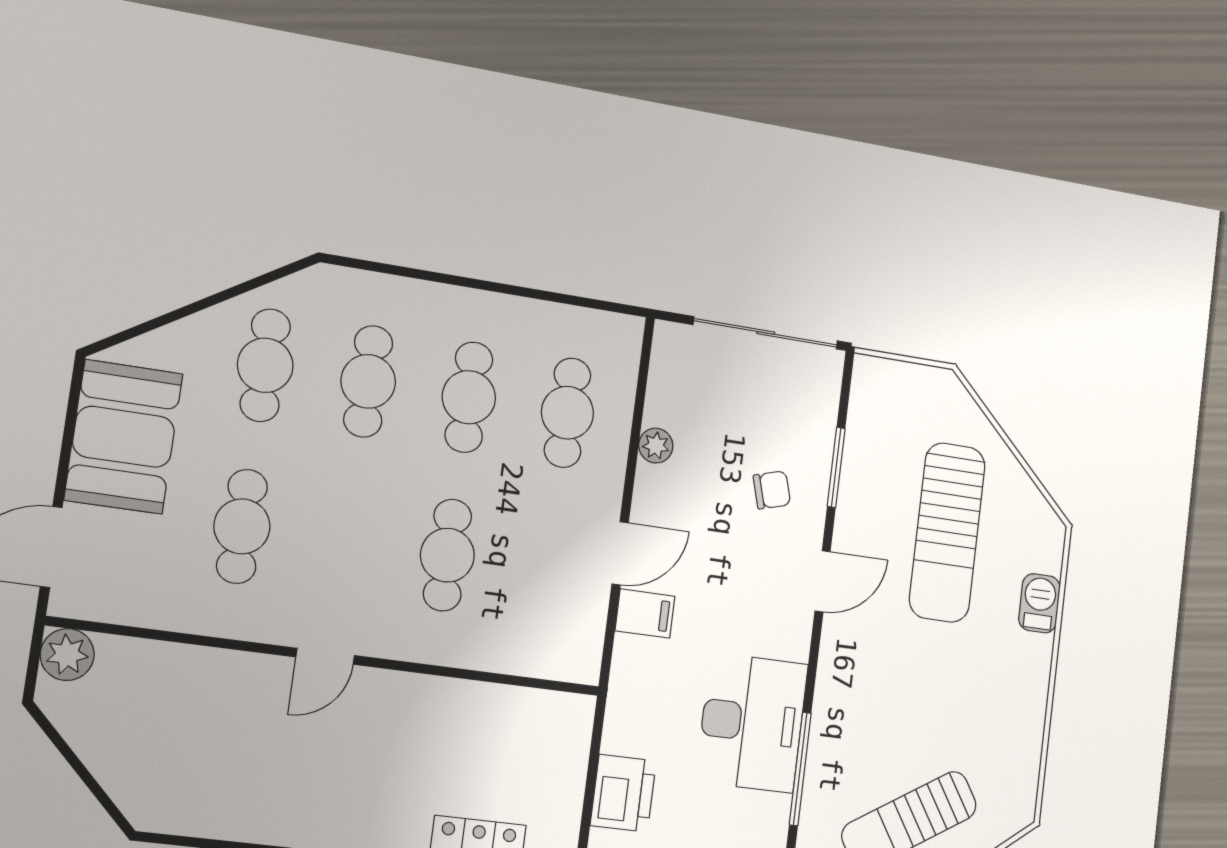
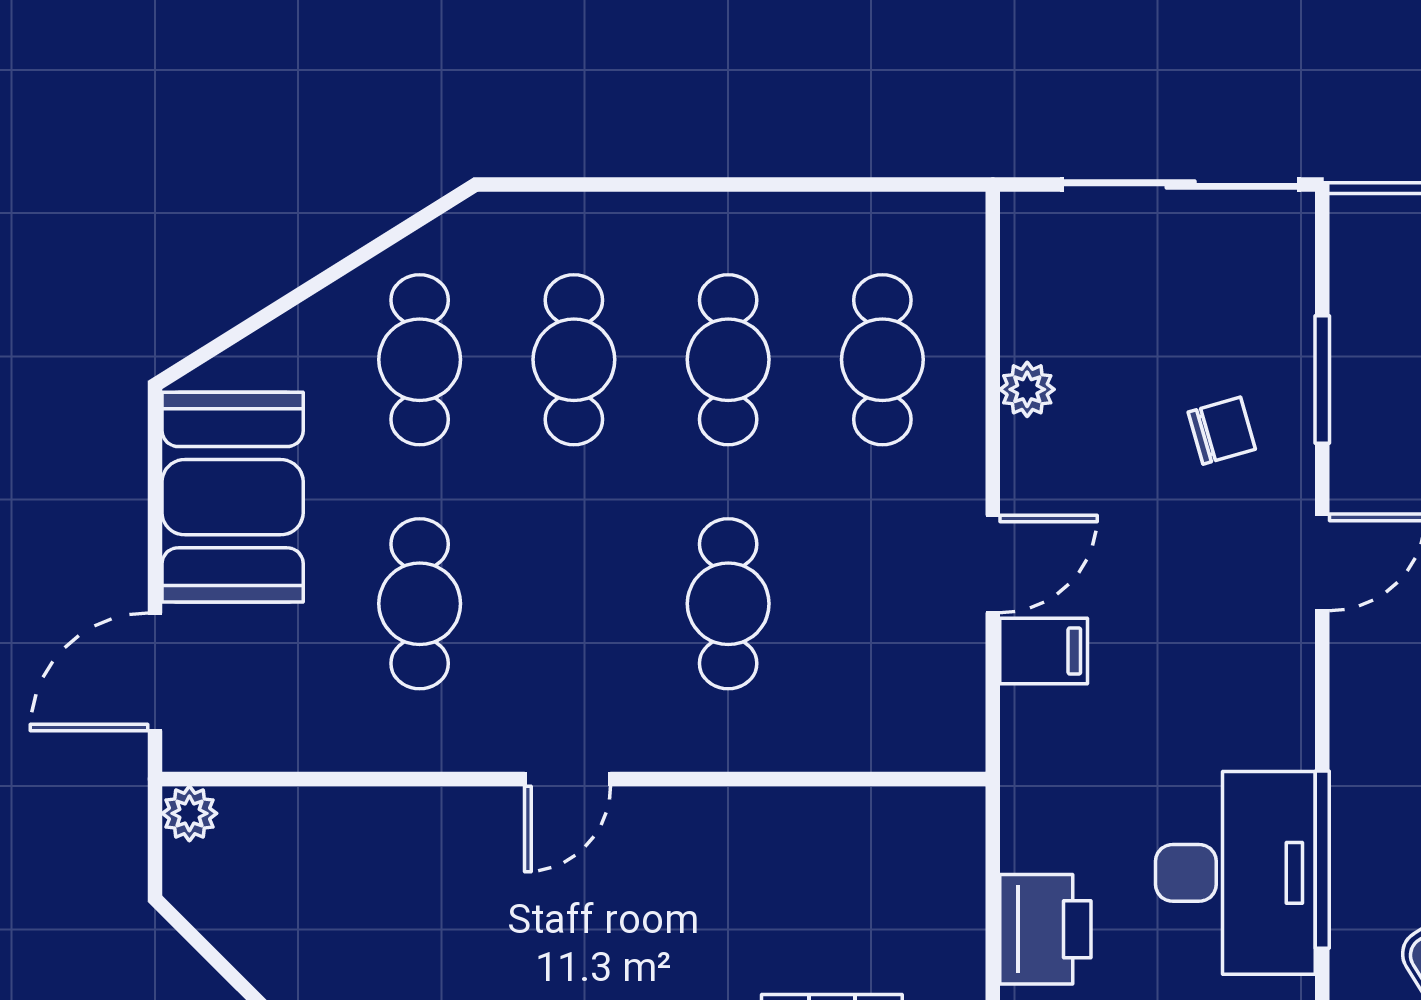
plant: (67, 655) -> (189, 813), width x0.73, depth x0.73
desk: (752, 723) -> (1235, 873), moved

